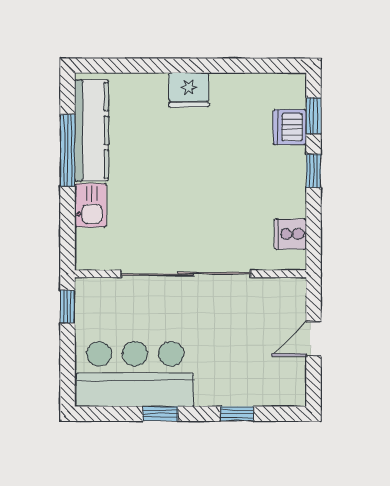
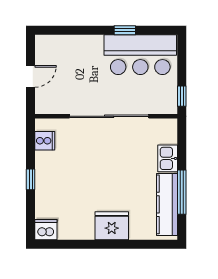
fridge: (189, 90) -> (112, 226), width x1.36, depth x1.34
window: (313, 116) -> (31, 213), removed
dishwasher: (290, 127) -> (46, 230), moved, turned -90
window: (237, 414) -> (78, 30), removed

